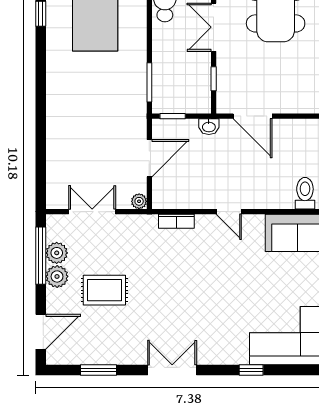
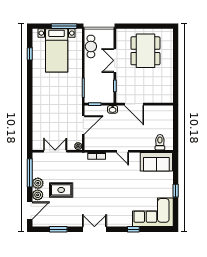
plant: (57, 253) -> (38, 195), moved

